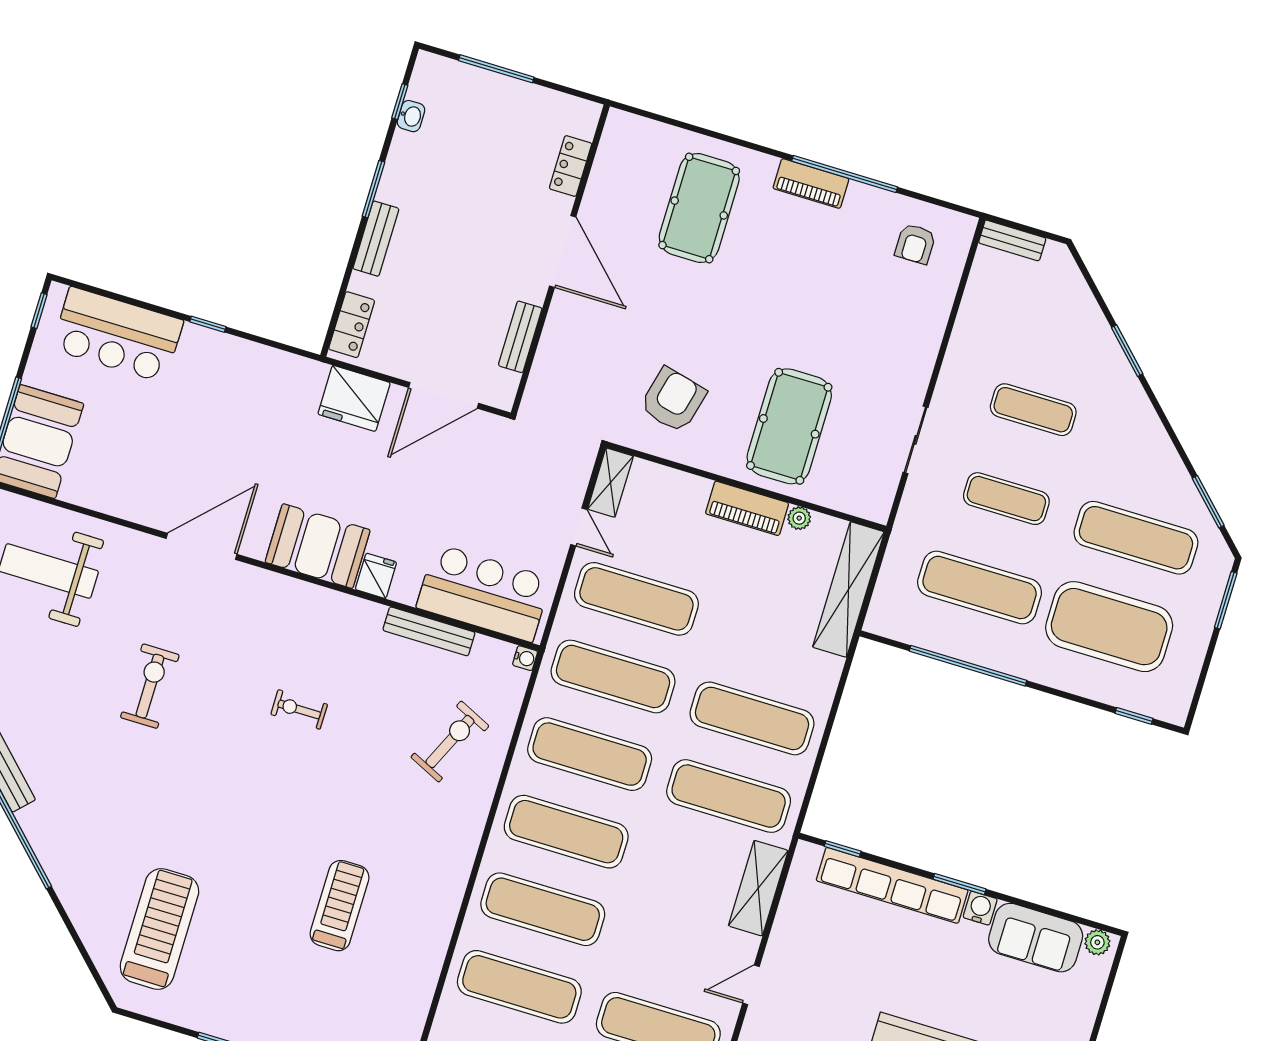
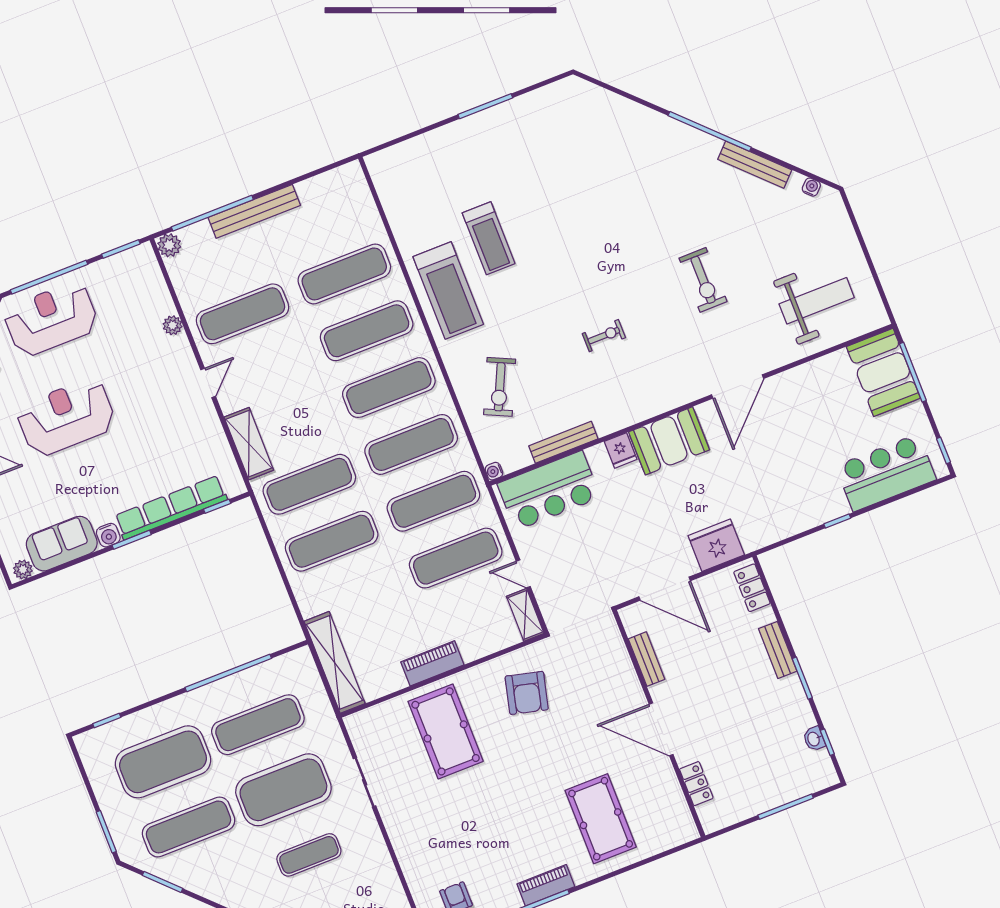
door: (444, 395) -> (665, 589), swing flipped
exercise mat: (1006, 499) -> (283, 790), width x2.00, depth x1.45
plant: (799, 518) -> (397, 682), removed
treadmill: (159, 929) -> (448, 290), moved

